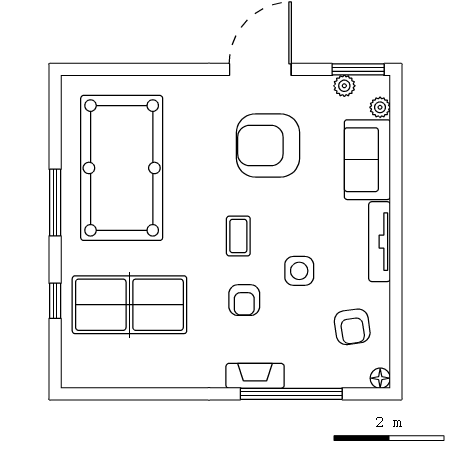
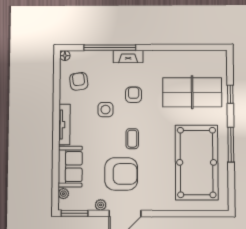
plant: (344, 86) -> (101, 205), moved
coffee table: (238, 236) -> (132, 139), moved

